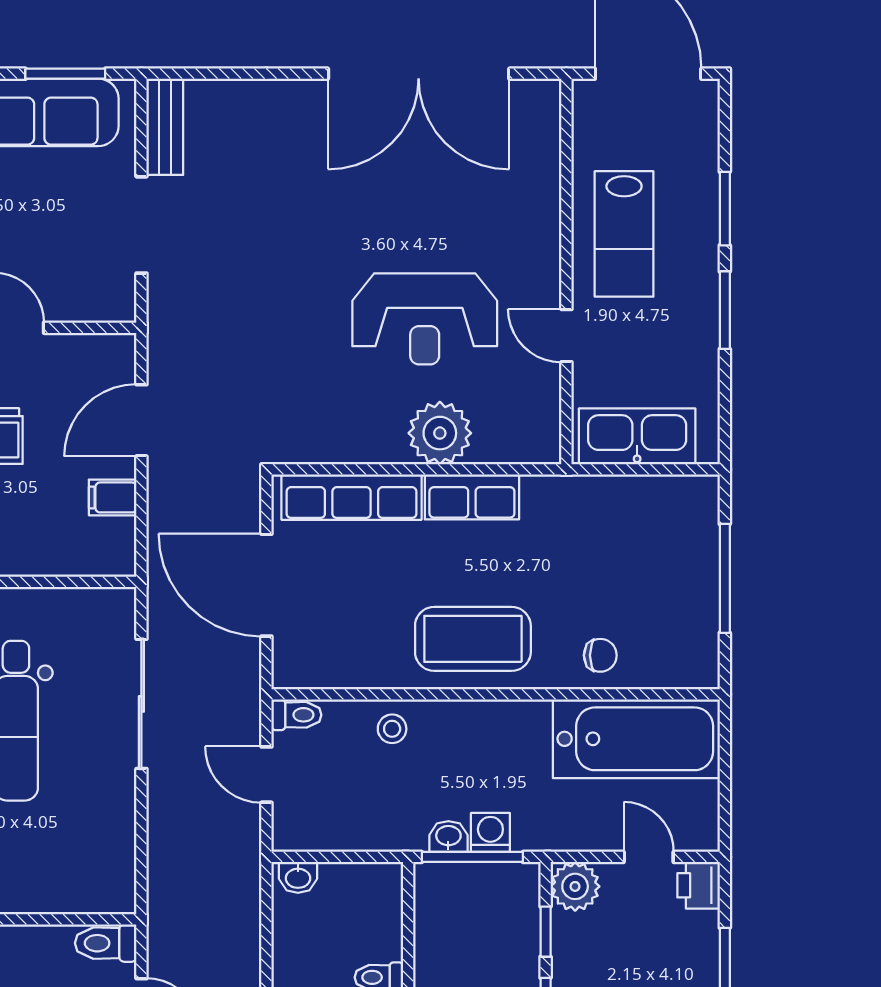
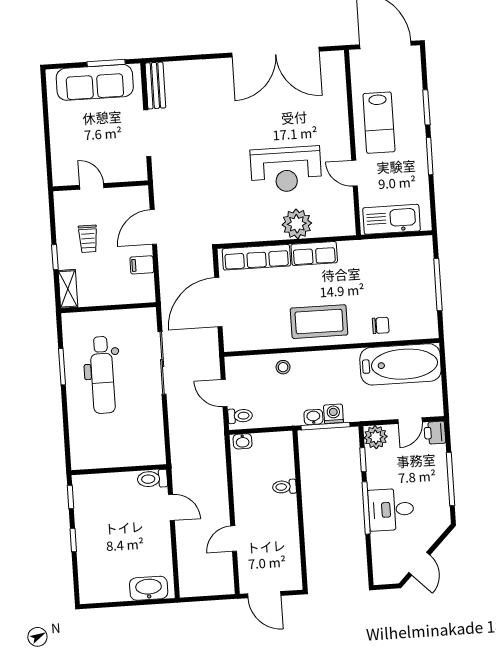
door: (266, 585) -> (218, 302), hinge flipped
toilet: (296, 715) -> (240, 416), moved
door: (649, 857) -> (410, 421), swing flipped

